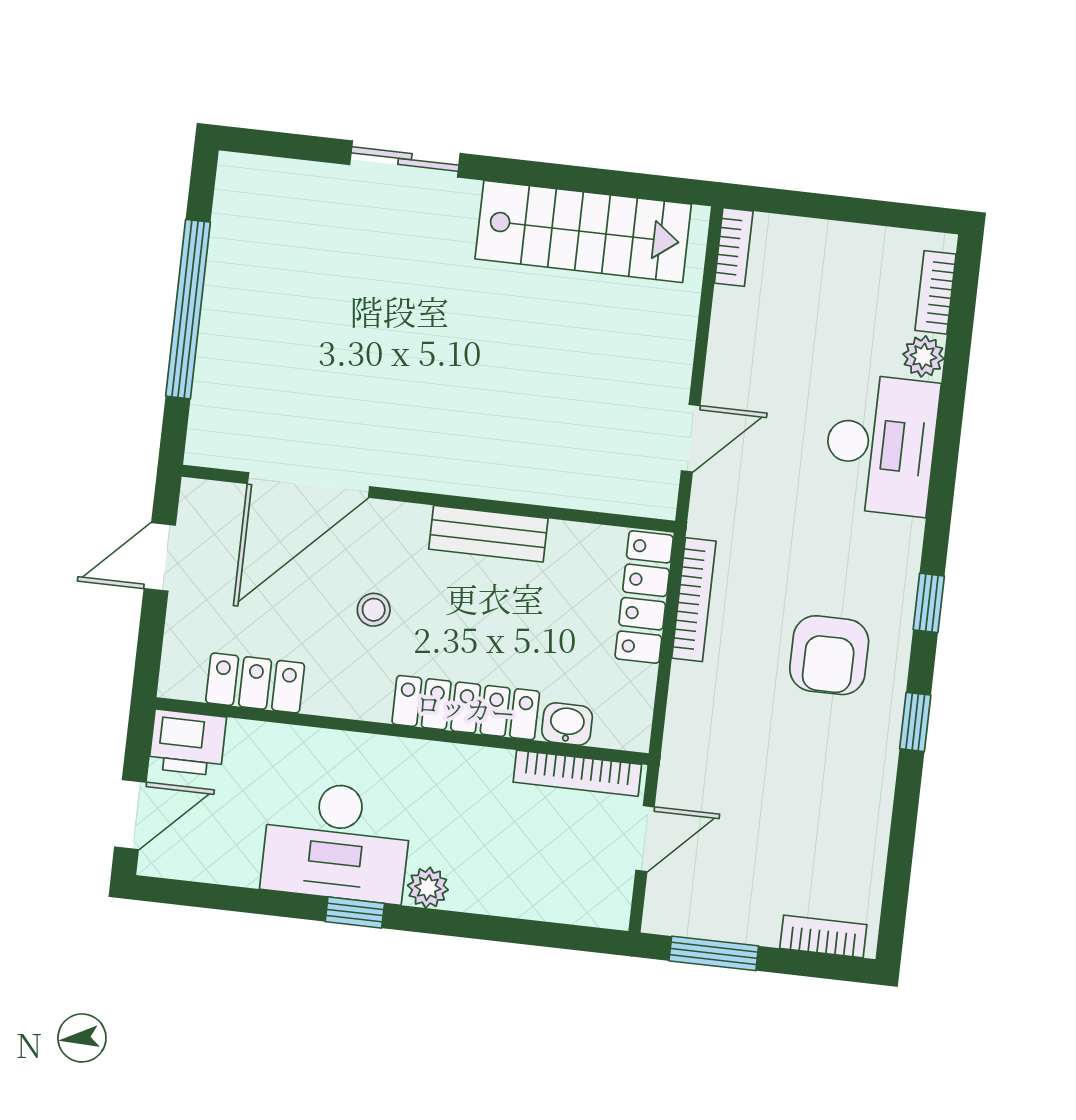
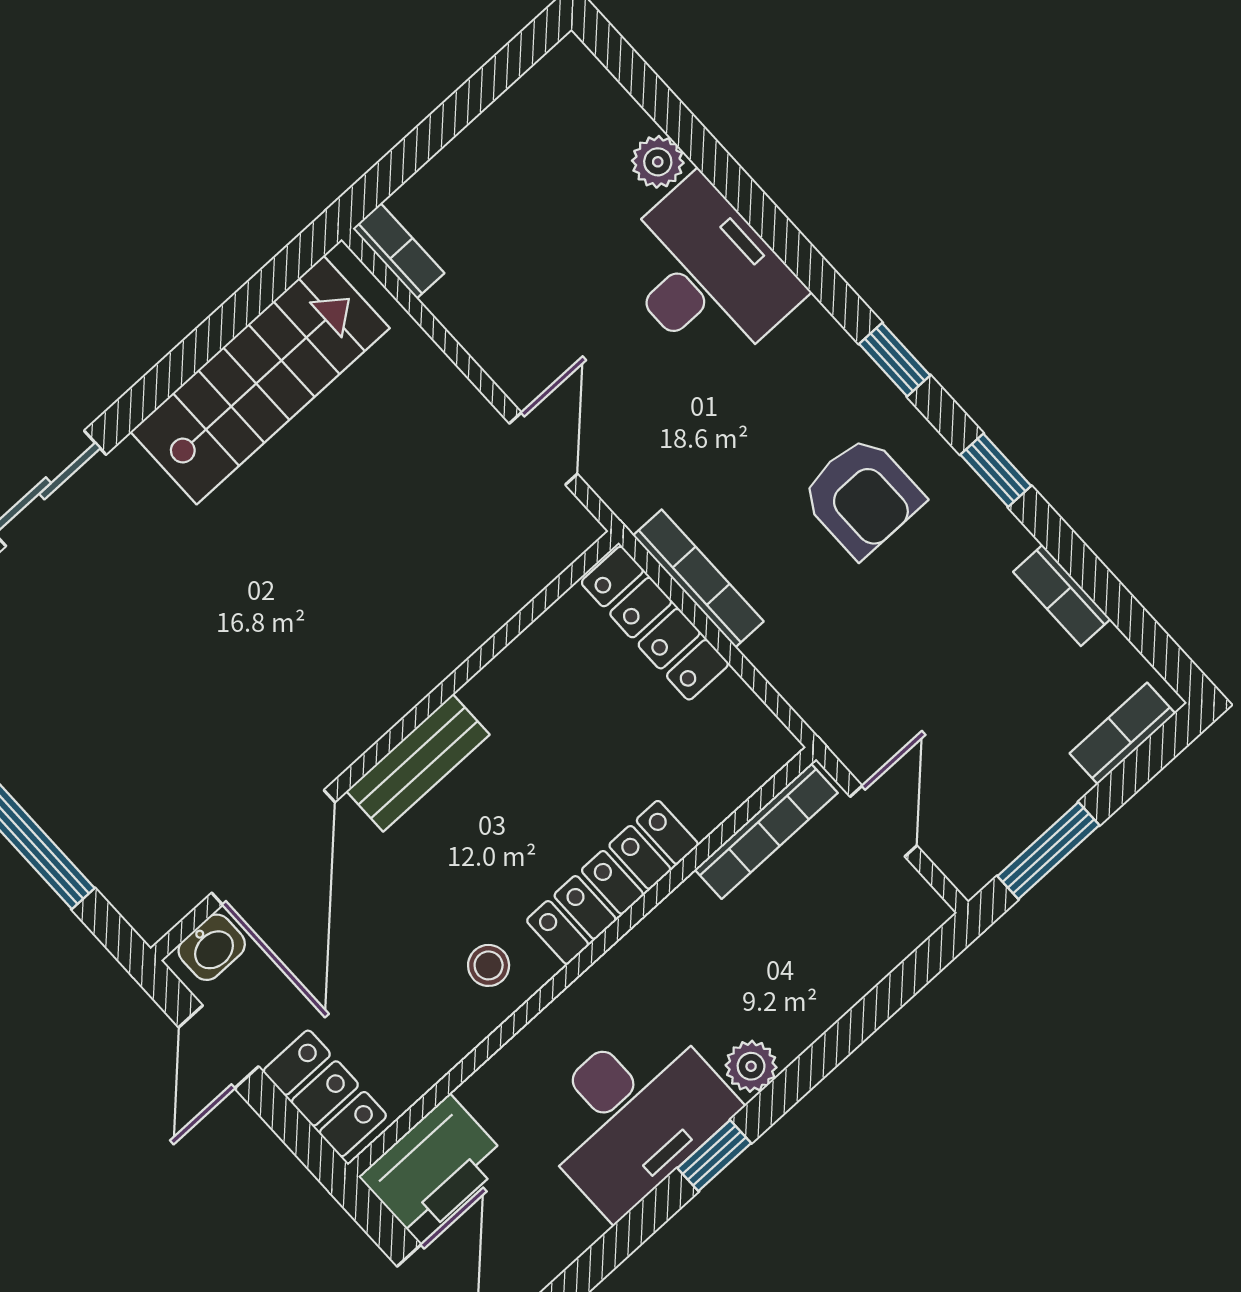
bookcase: (935, 292) -> (1062, 595), moved
bench: (488, 534) -> (418, 763), moved
stool: (374, 610) -> (489, 965), moved
locker: (255, 683) -> (325, 1093), moved, turned 90
washbasin: (567, 724) -> (212, 947), moved, turned 180
printer: (187, 743) -> (434, 1168), width x1.37, depth x1.19

